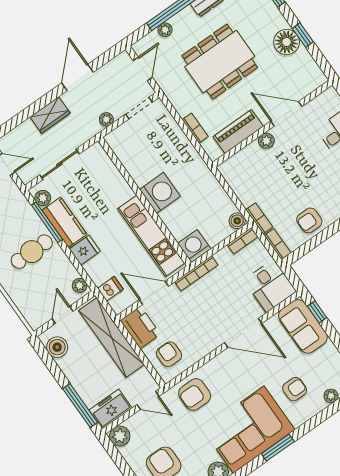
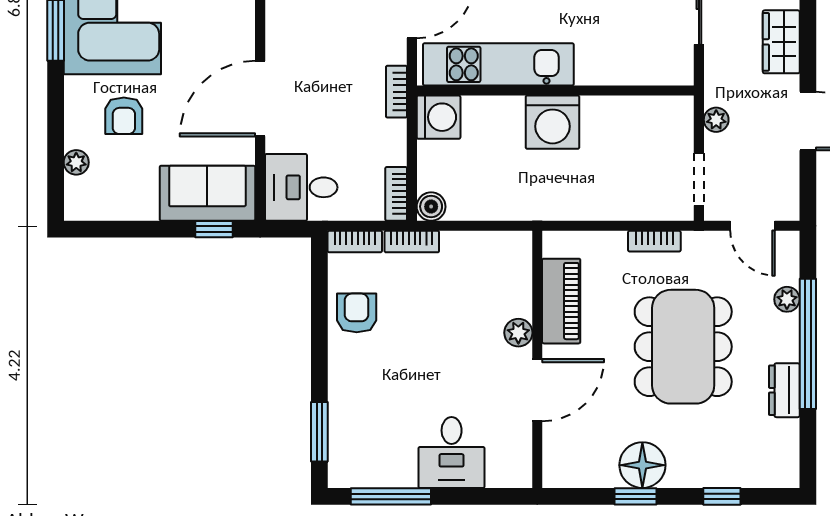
bookcase: (195, 128) -> (654, 241), moved
bookcase: (196, 273) -> (396, 92), width x0.64

